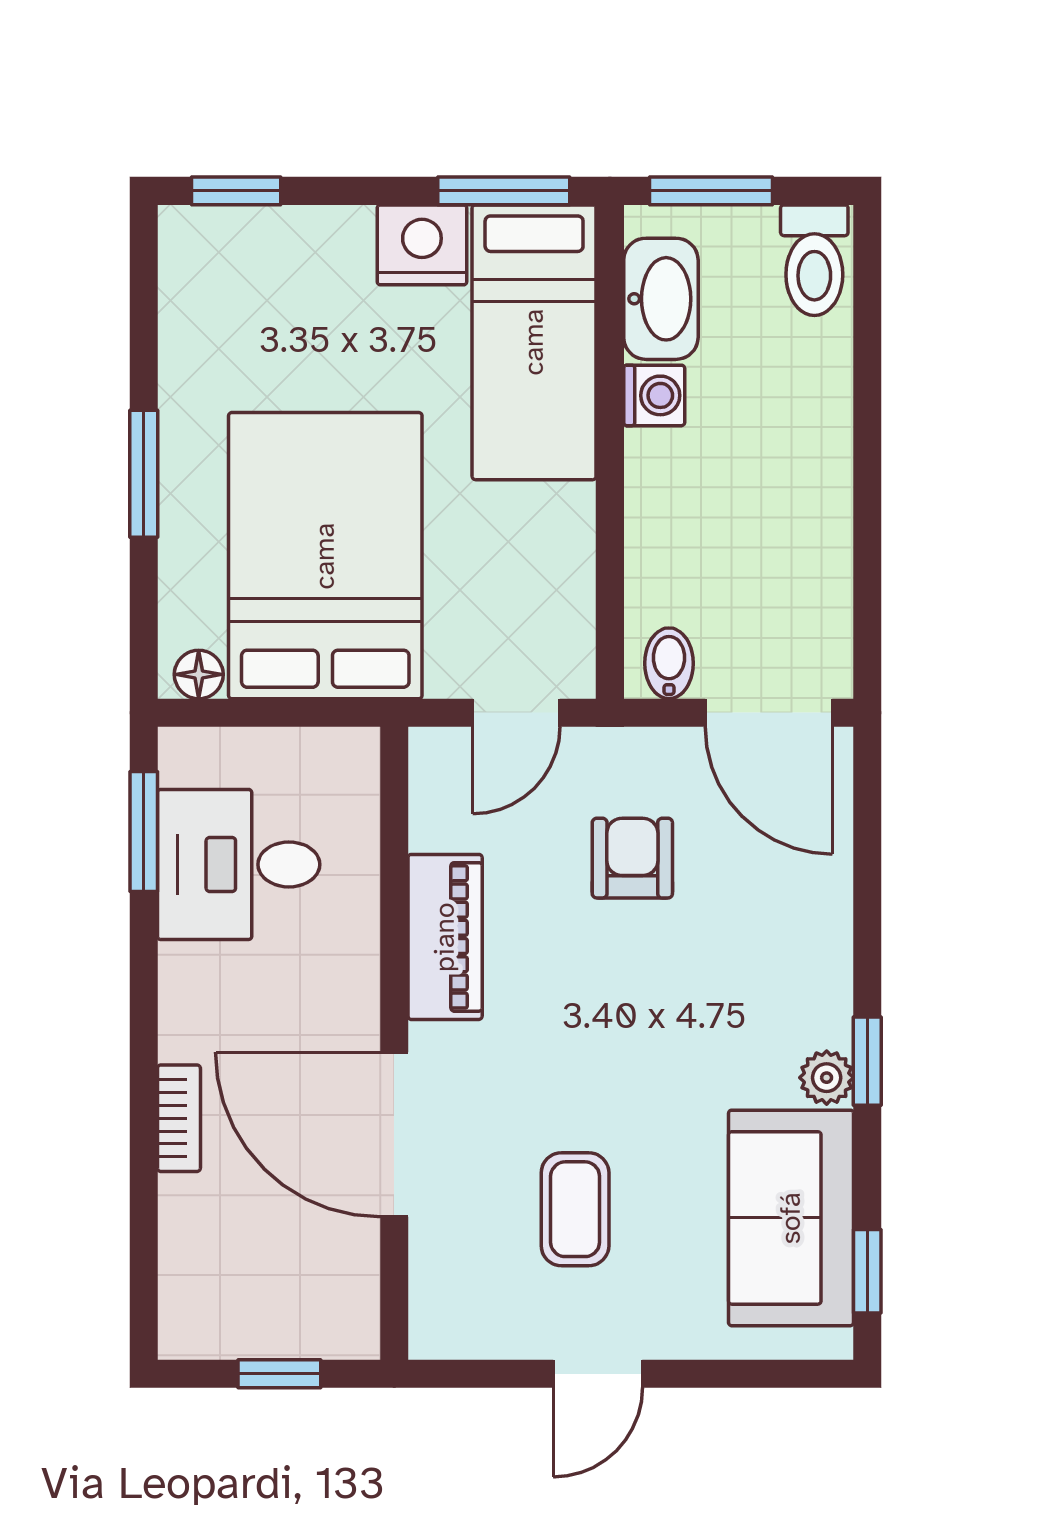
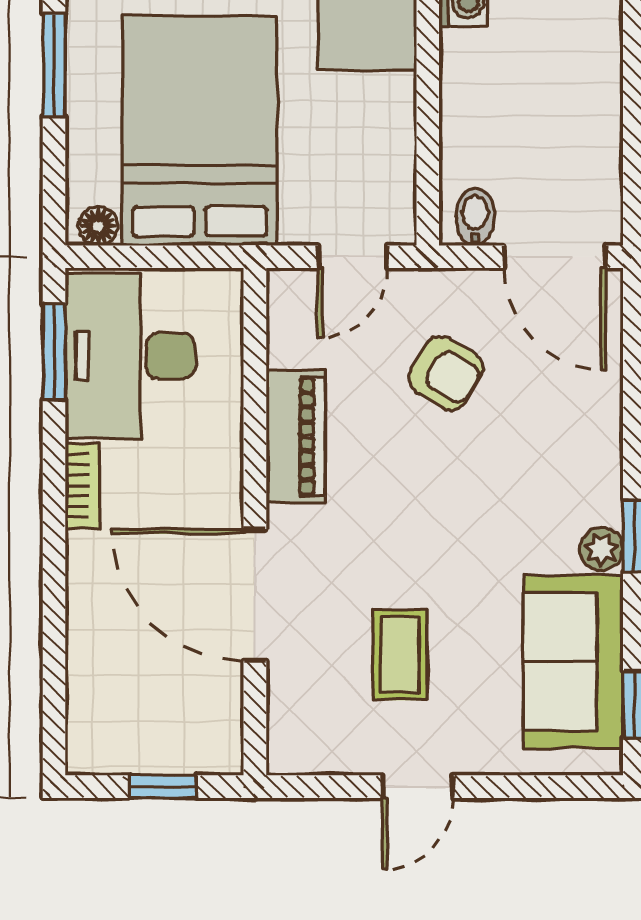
armchair: (632, 858) -> (446, 373), turned 120
desk: (239, 864) -> (130, 356), width x1.37
bookcase: (179, 1118) -> (82, 486), moved

